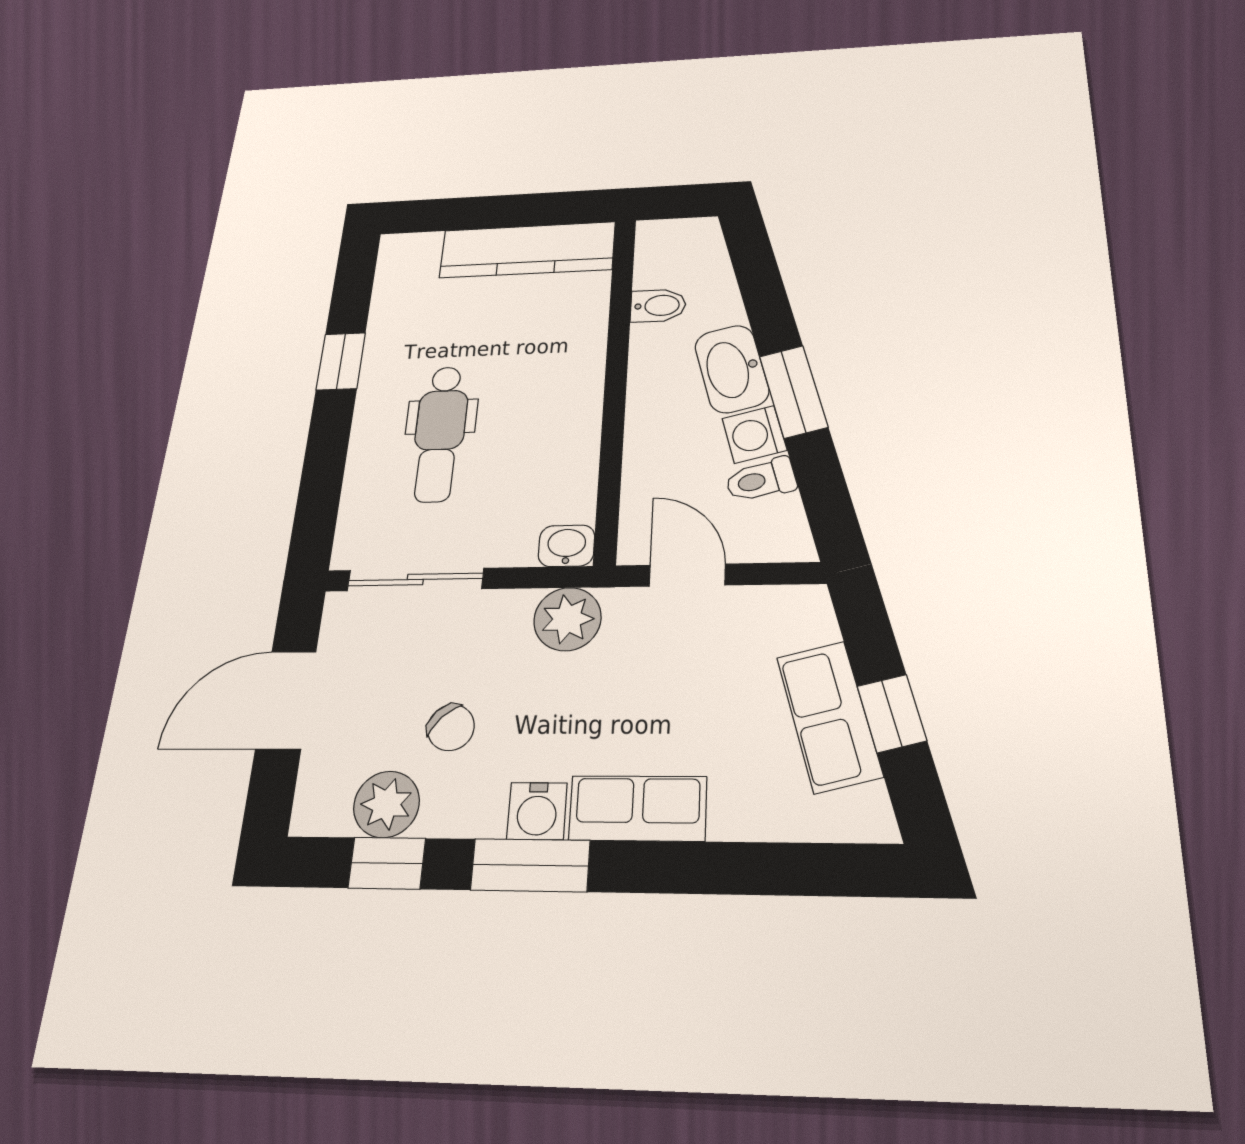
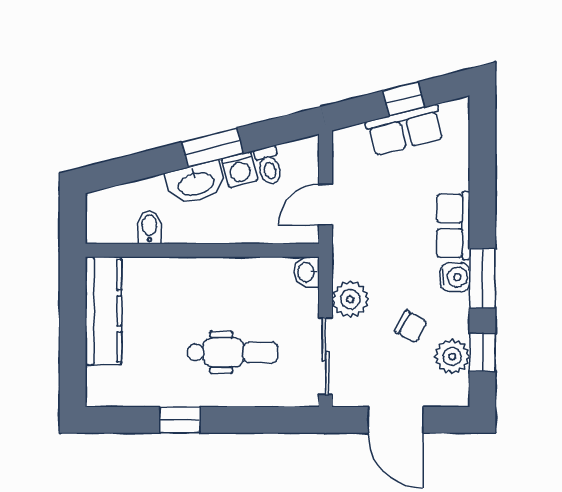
plant: (567, 619) -> (350, 299), moved
chair: (451, 728) -> (411, 327), turned 73

